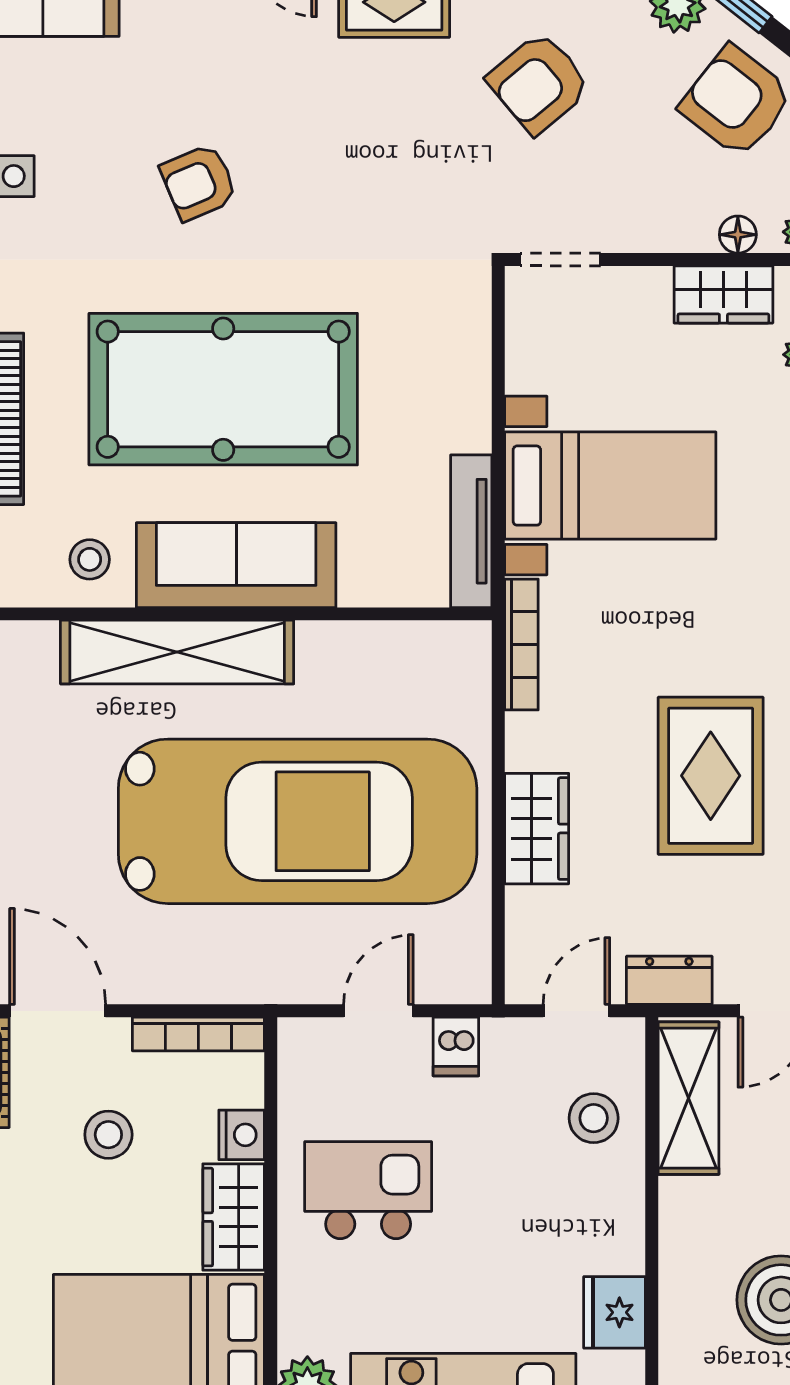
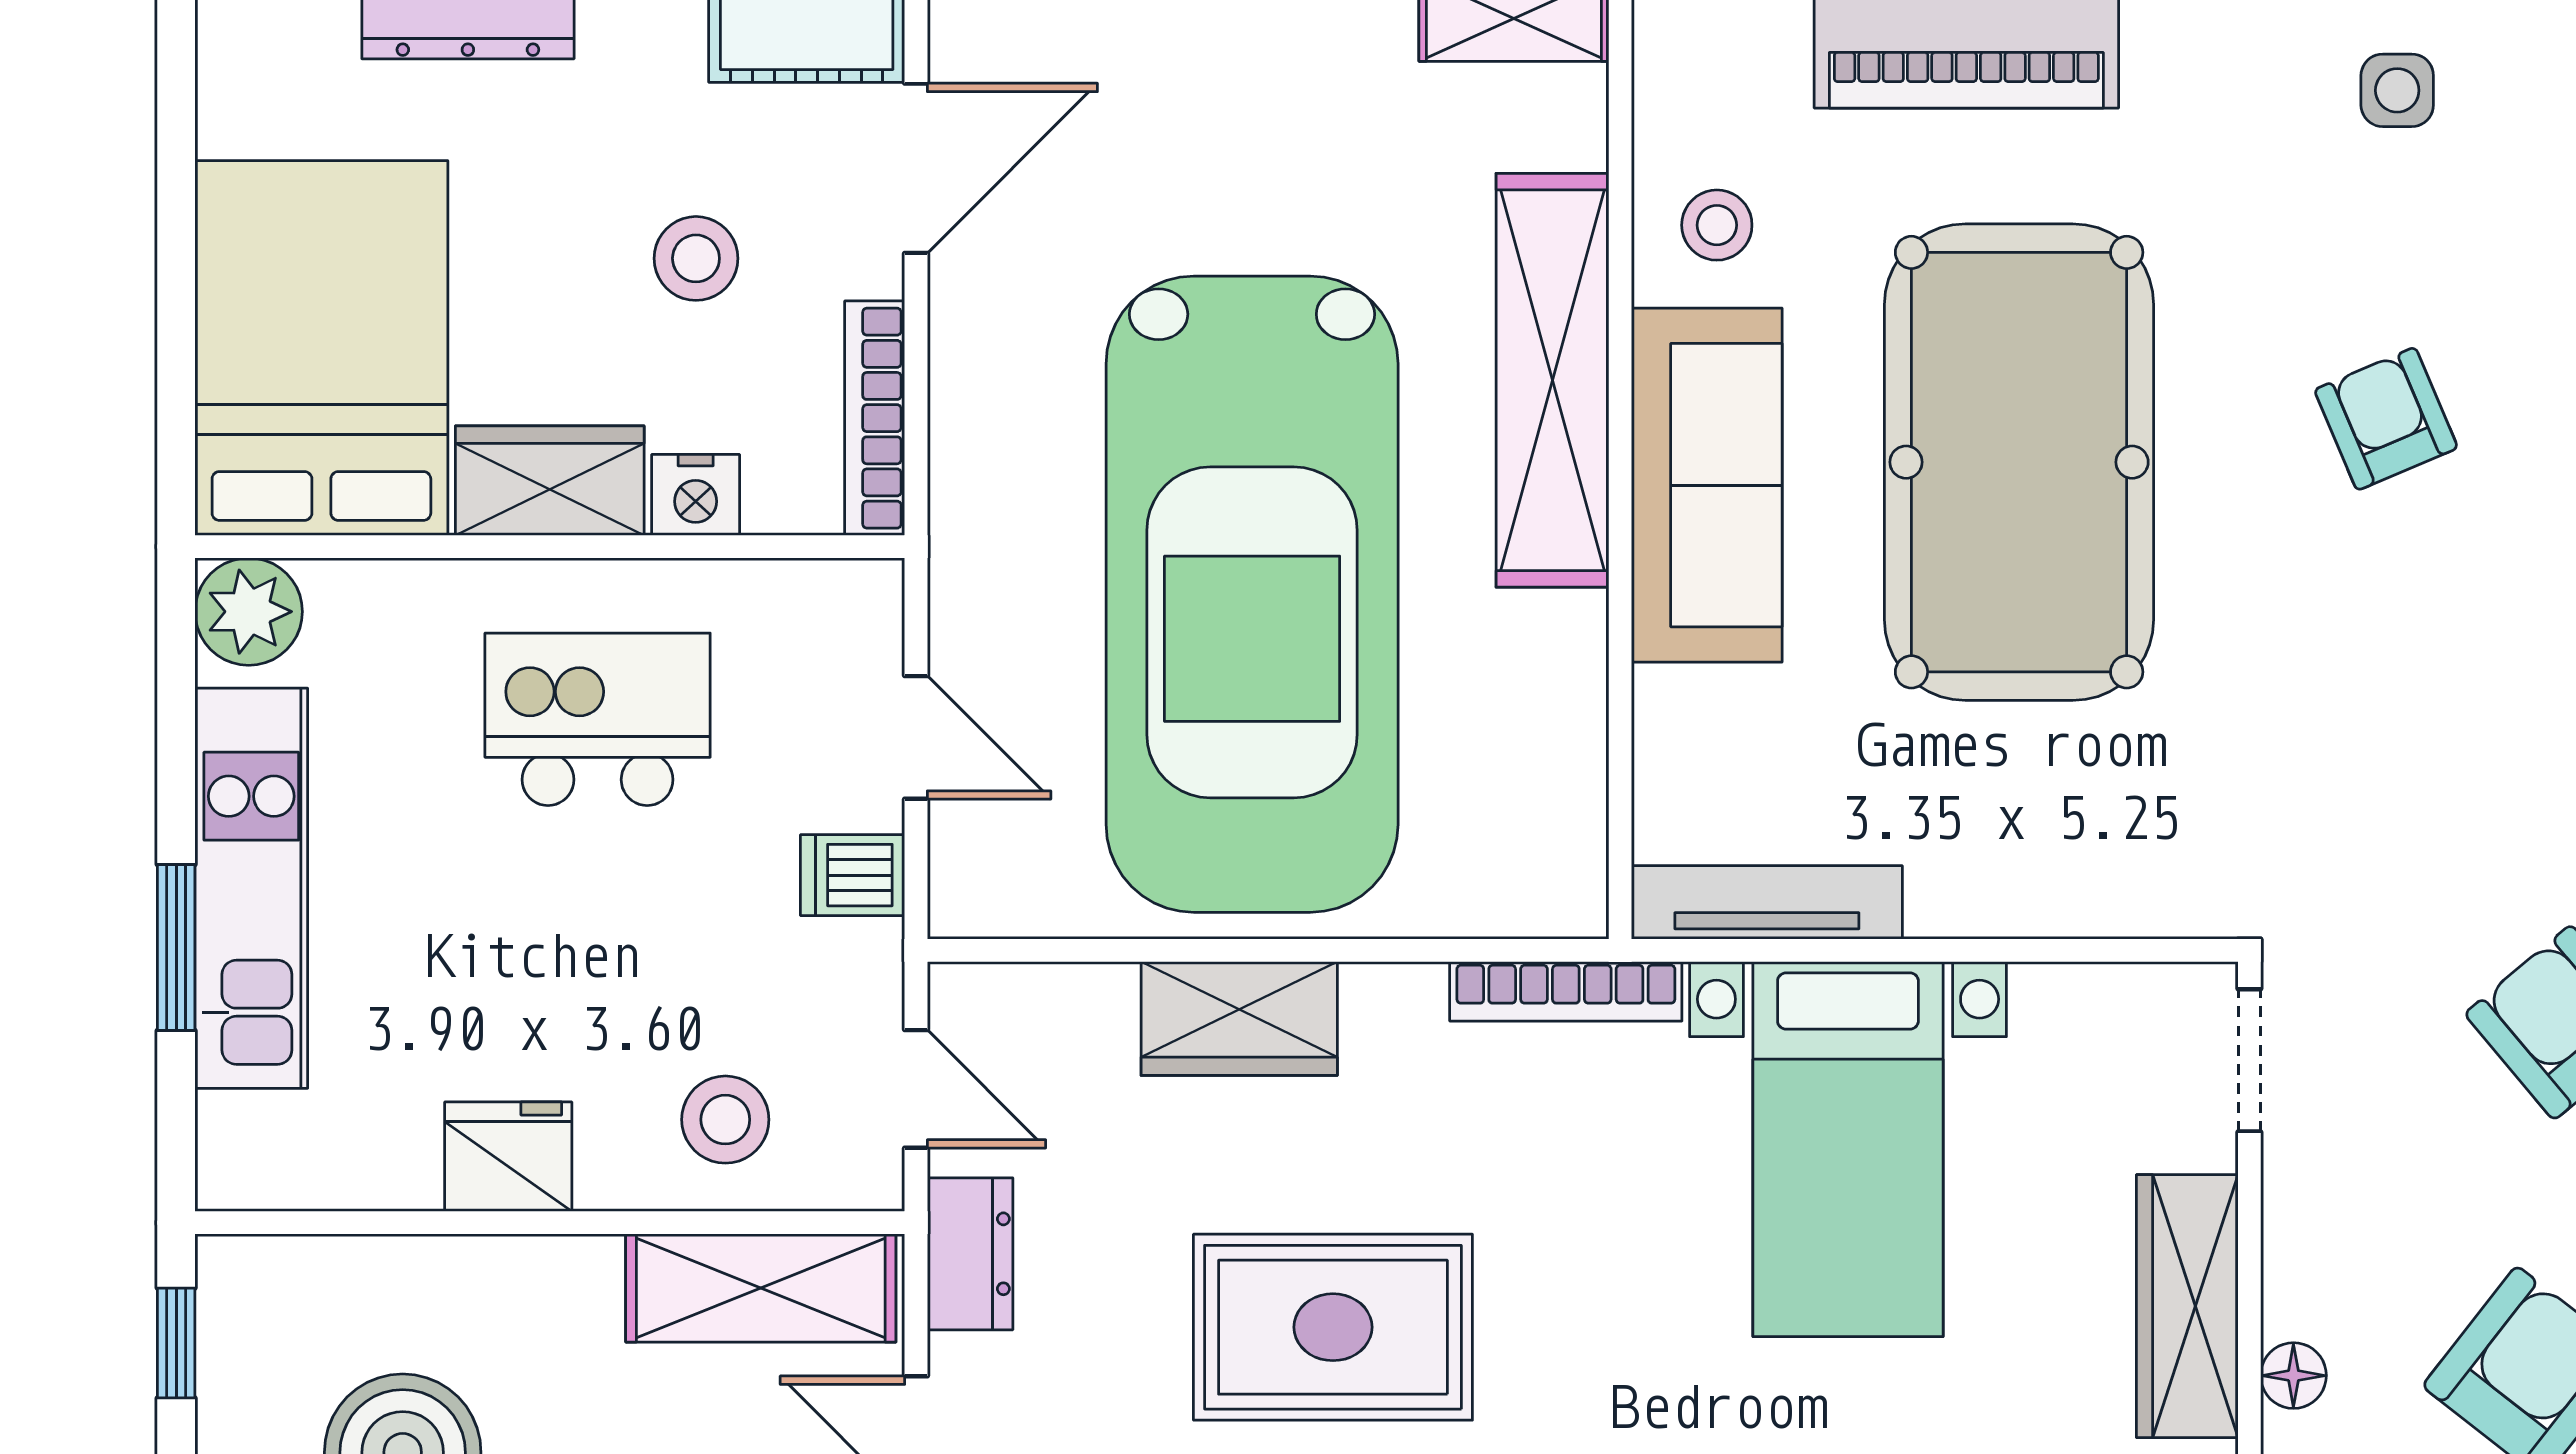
wardrobe: (723, 294) -> (2187, 1306), width x1.50
kitchen island: (368, 1190) -> (598, 719), turned -90
fridge: (615, 1312) -> (508, 1157), moved

